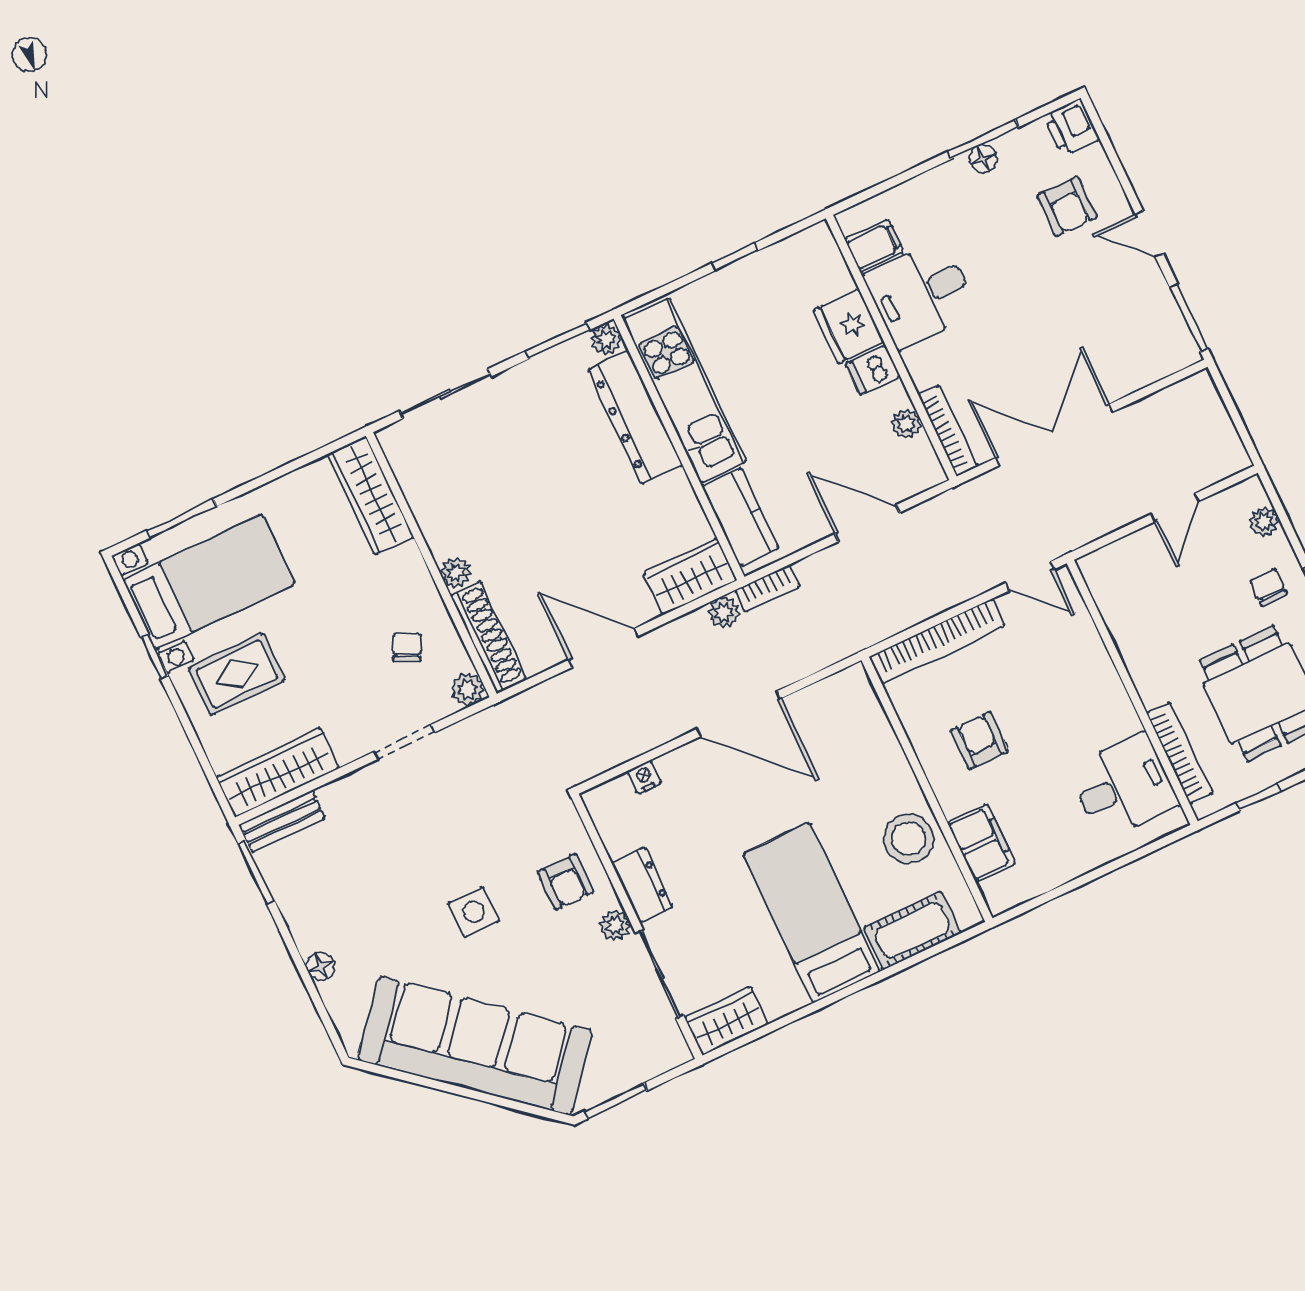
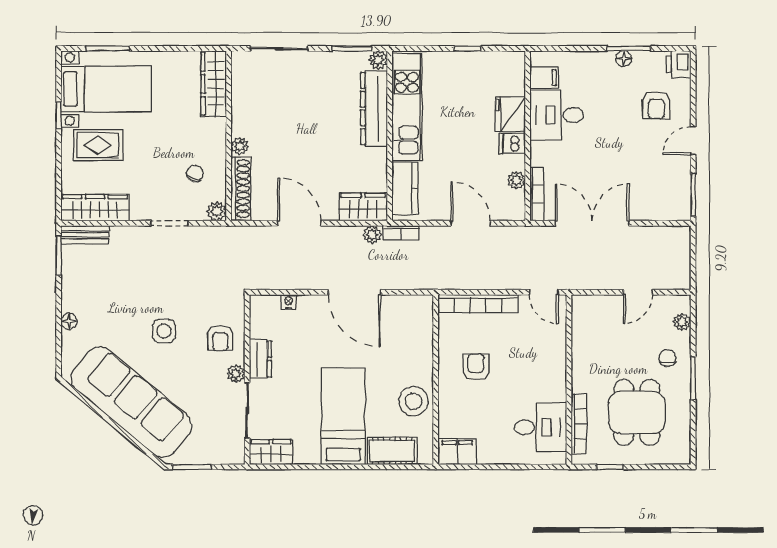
door: (1149, 234) -> (693, 140), hinge flipped
filing cabinet: (981, 843) -> (457, 452), moved, turned -90

